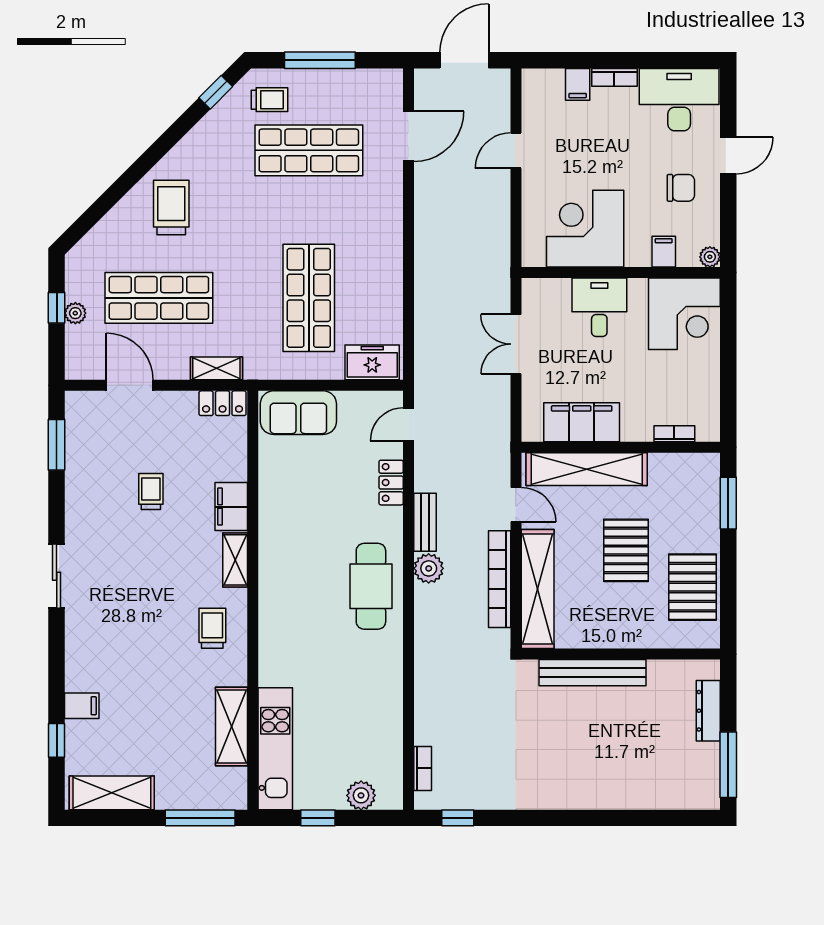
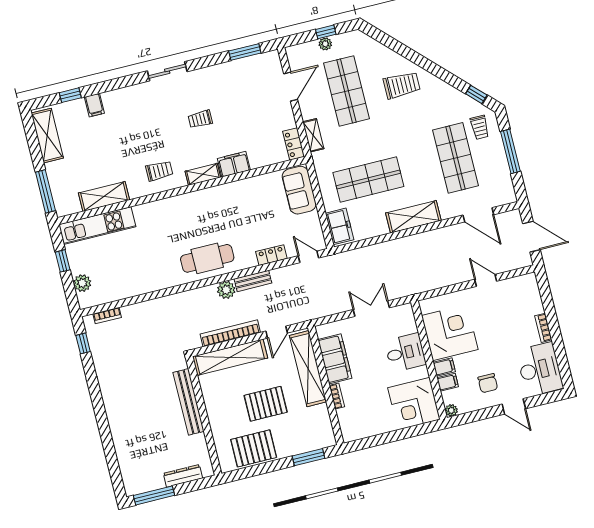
filing cabinet: (578, 84) -> (444, 367), moved, turned 180
shelving: (386, 241) -> (413, 217), added
bookcase: (674, 434) -> (337, 396), moved
trolley: (151, 491) -> (200, 119), moved, turned 180

